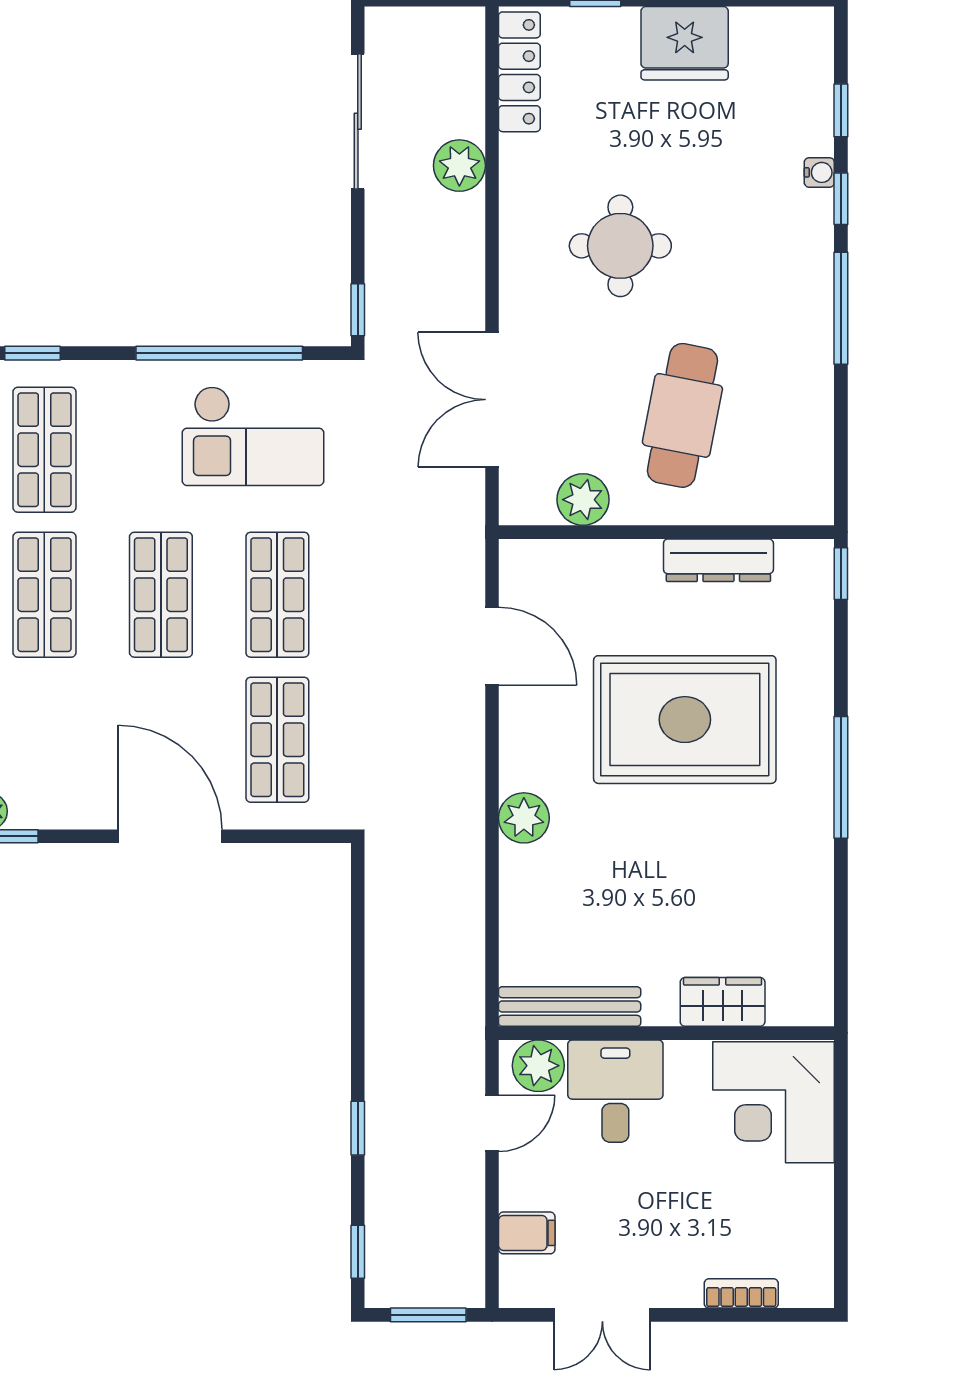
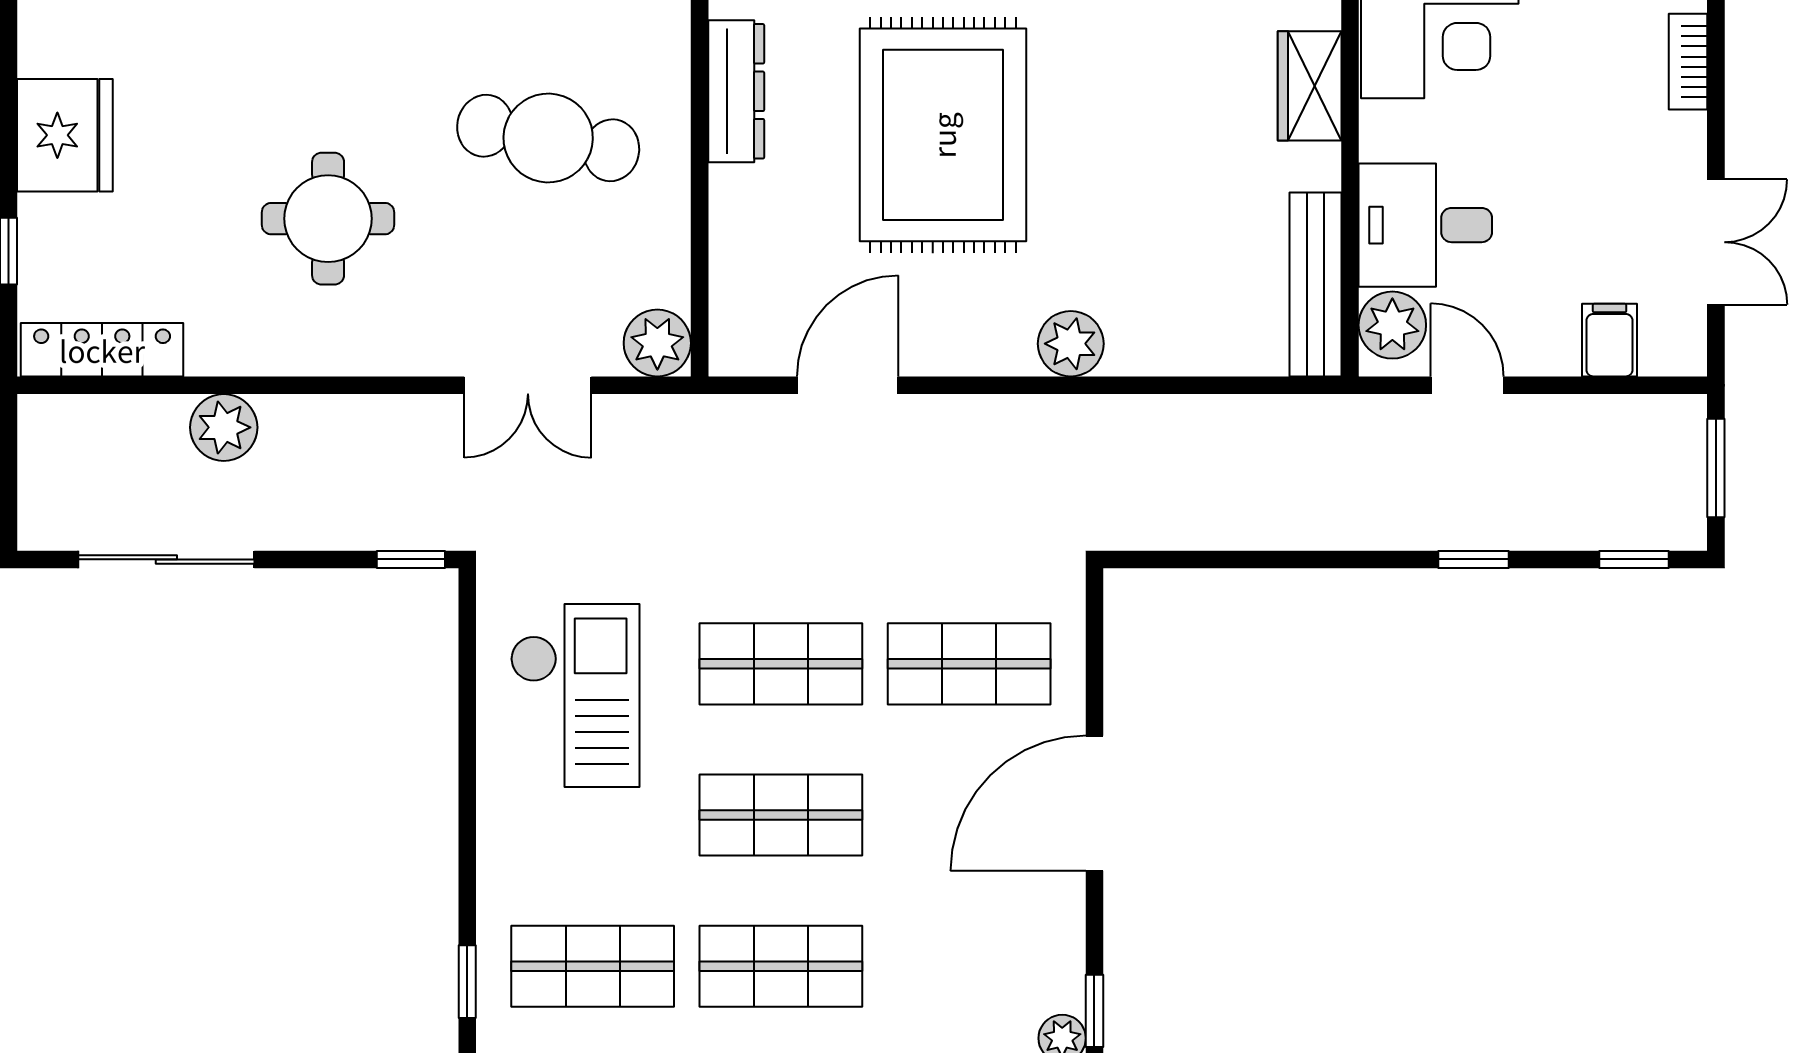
window: (219, 353) -> (467, 739), removed
double door: (492, 400) -> (528, 385), width x0.73
plant: (583, 500) -> (657, 343), moved

